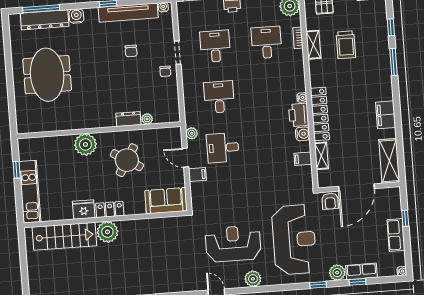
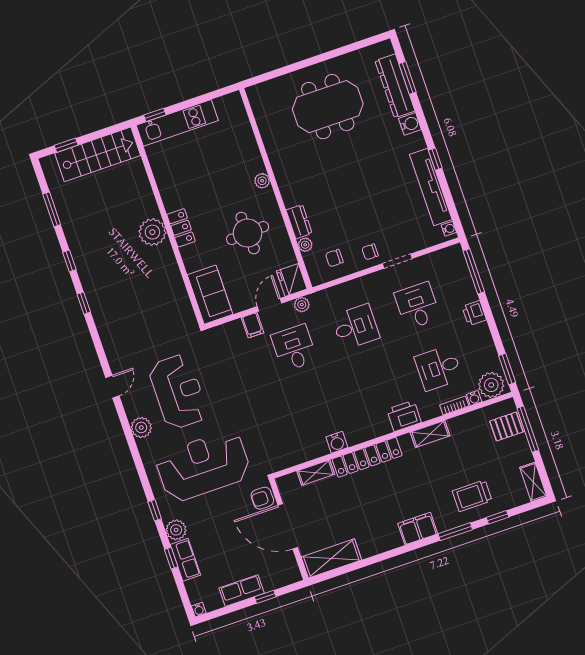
window: (41, 9) -> (407, 78), width x0.69
desk: (266, 42) -> (439, 368), turned 180
shelving: (313, 45) -> (430, 434), moved
trolley: (346, 45) -> (472, 496), moved
desk: (215, 46) -> (417, 306), turned -90
chair: (131, 51) -> (334, 258), moved
water cooler: (302, 97) -> (474, 398), moved
printer: (299, 115) -> (404, 416), moved
filing cabinet: (386, 115) -> (418, 529), moved
plant: (85, 144) -> (262, 181), width x0.53, depth x0.53
filing cabinet: (303, 159) -> (306, 451), removed
round table: (127, 160) -> (248, 233), turned -34
window: (17, 170) -> (155, 115), moved
fridge: (84, 210) -> (292, 280), moved, turned 180
stairs: (64, 236) -> (98, 154), moved, turned -90
reception desk: (294, 240) -> (203, 466), turned 180
window: (25, 280) -> (66, 145), added

